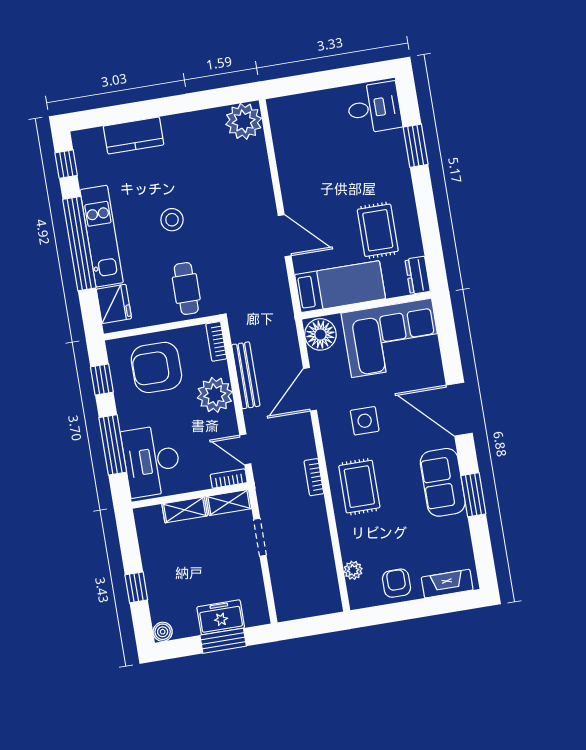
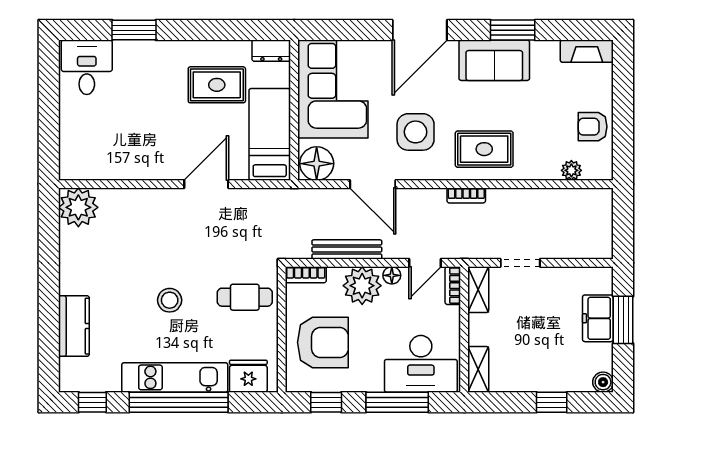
armchair: (156, 367) -> (323, 342), turned -90
floor lamp: (229, 421) -> (392, 275), added
side table: (365, 421) -> (416, 132), width x1.37, depth x1.37
shelving: (185, 510) -> (478, 369), moved
fireplace: (447, 584) -> (587, 51), moved, turned -90

